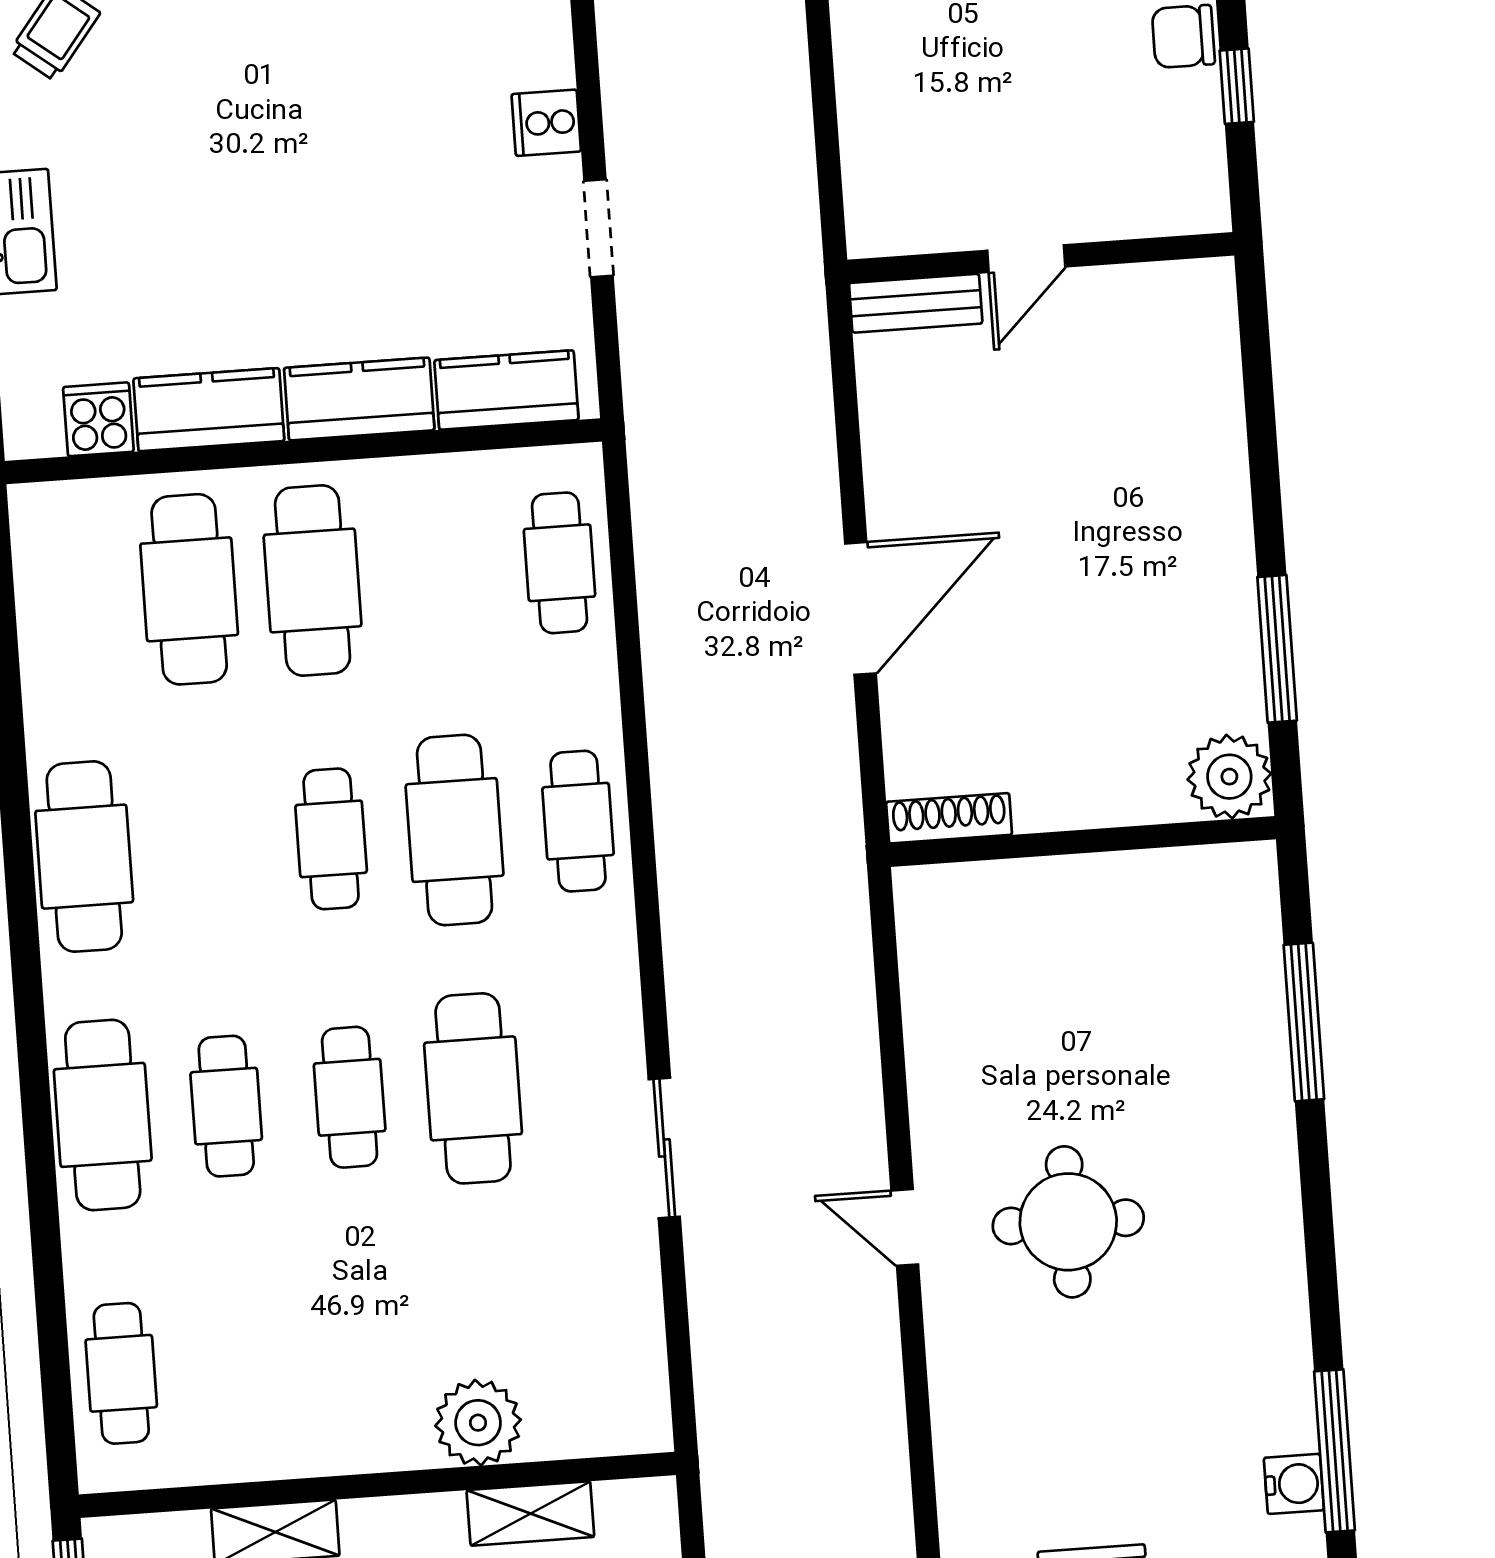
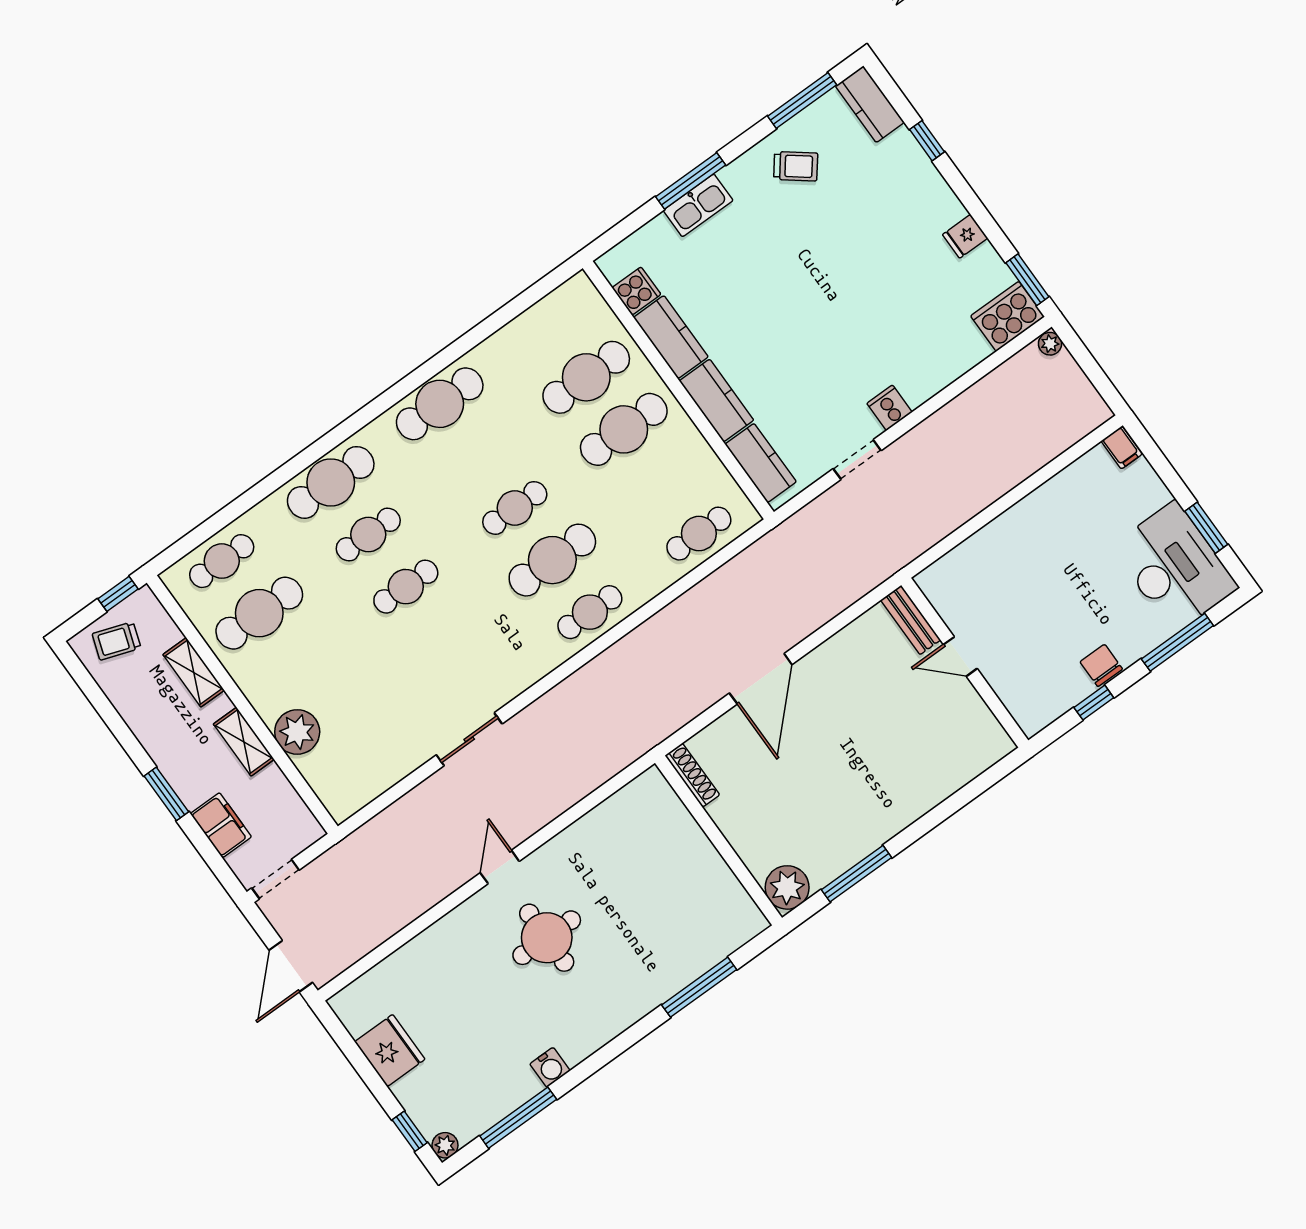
door: (860, 608) -> (761, 679), hinge flipped
cafe table: (473, 1088) -> (259, 613), moved
water cooler: (1294, 1484) -> (550, 1067), moved
shelving: (530, 1514) -> (244, 742), moved

